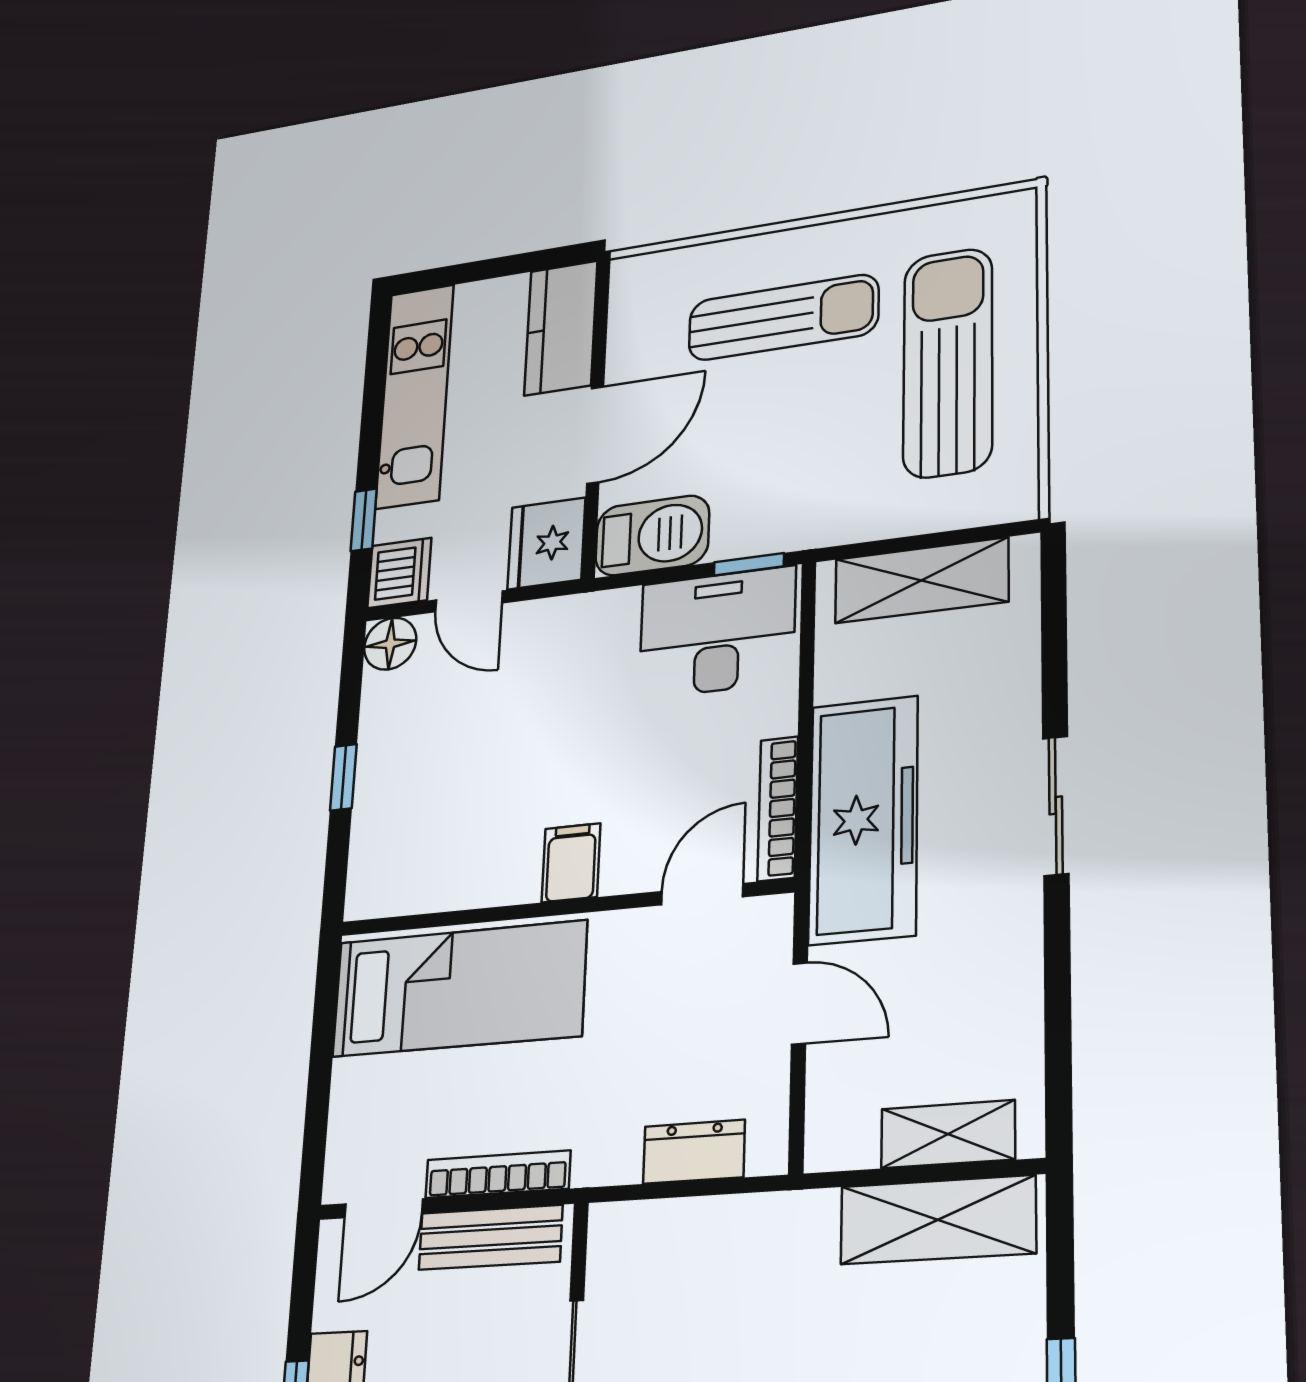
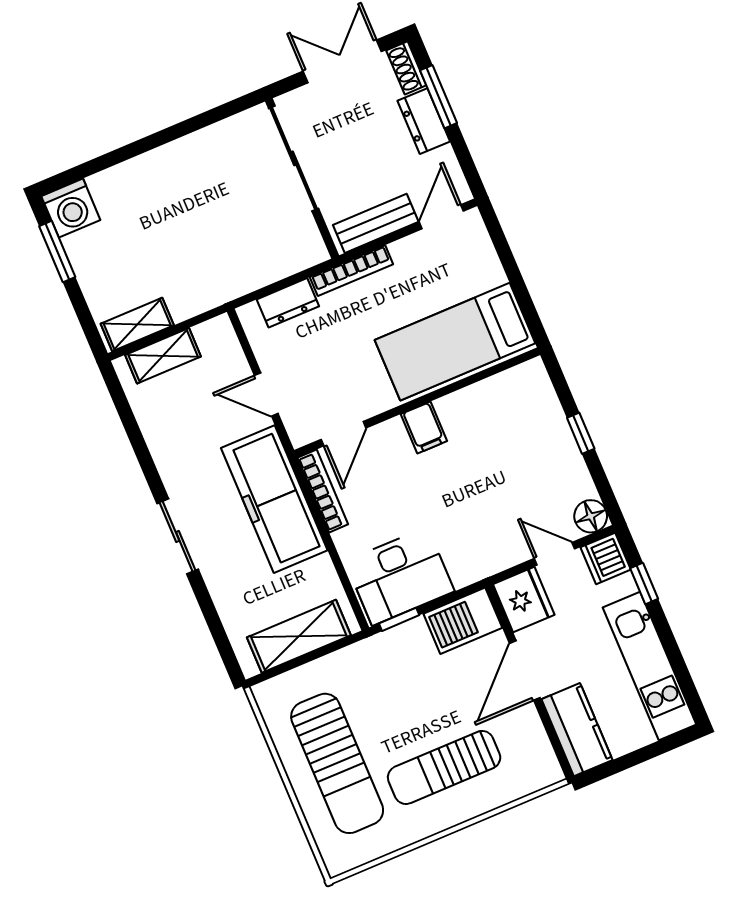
bookcase: (498, 1174) -> (351, 271), moved
shelving: (938, 1220) -> (137, 324), width x0.67, depth x0.75

